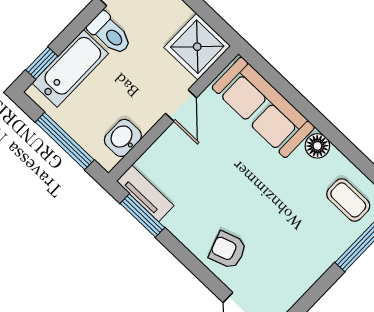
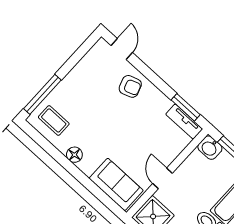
sofa: (263, 107) -> (116, 184), width x0.73
washbasin: (123, 138) -> (210, 148), moved, turned 90

